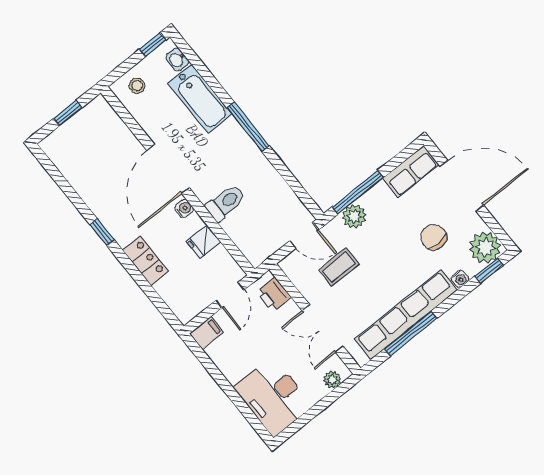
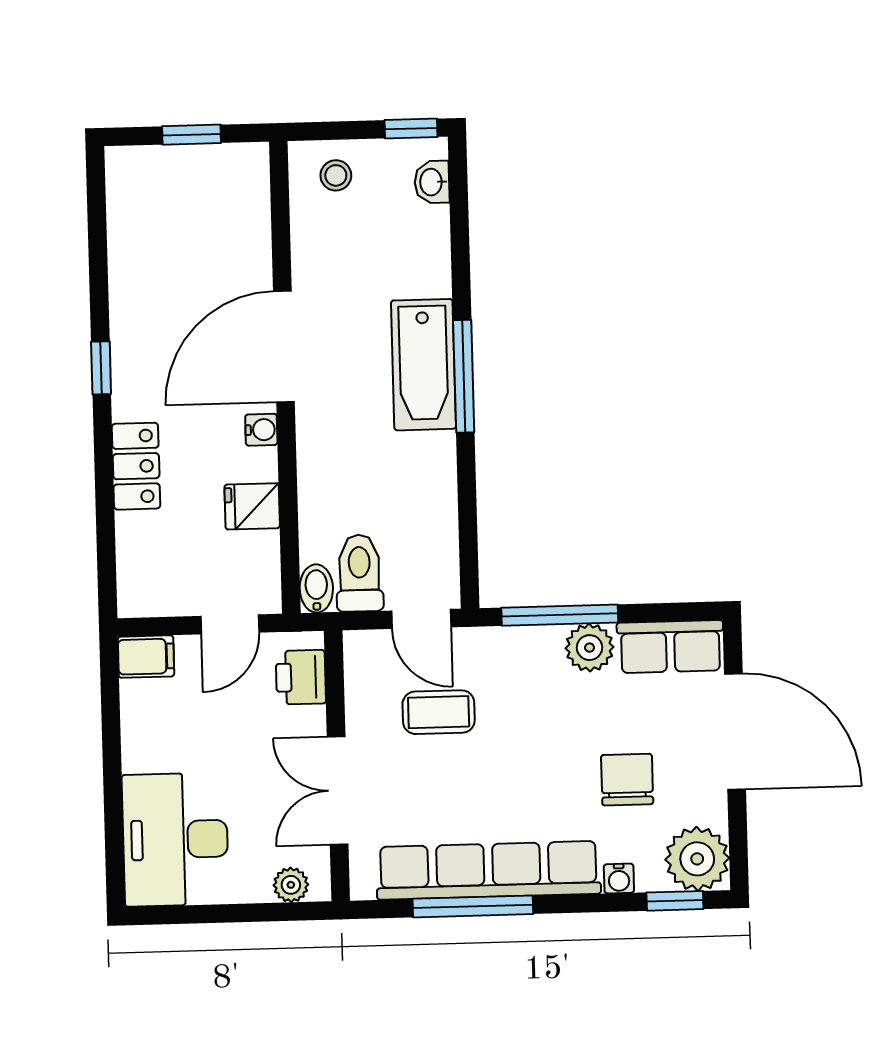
bathtub: (200, 98) -> (423, 365), moved
toilet: (226, 203) -> (359, 573), moved, turned -90
plant: (354, 216) -> (590, 648), moved
bidet: (253, 255) -> (316, 588), added

